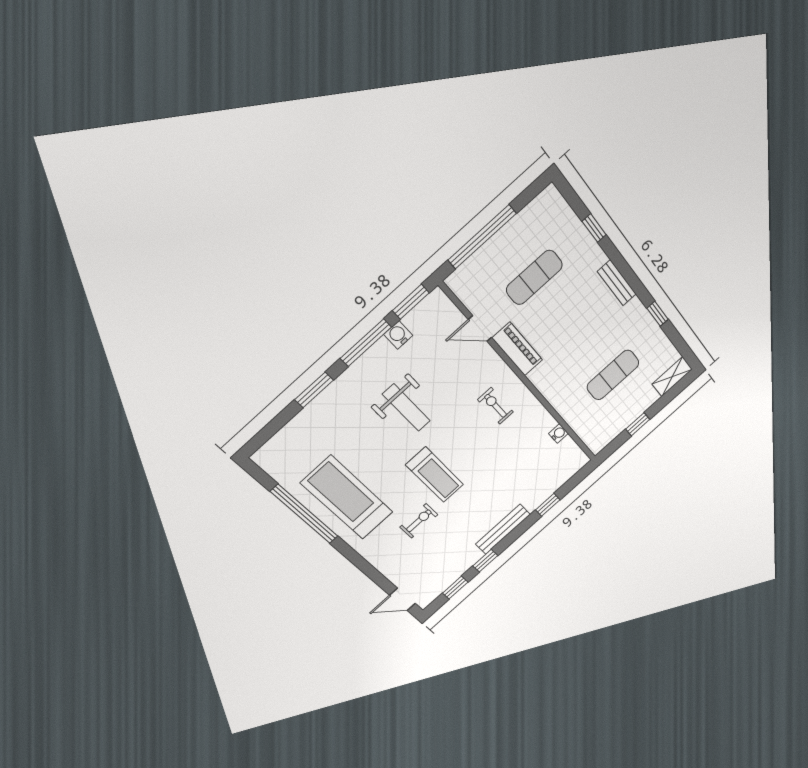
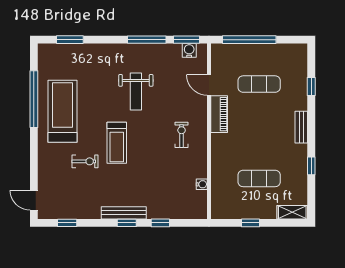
water cooler: (398, 335) -> (189, 50), moved
window: (314, 390) -> (70, 40), moved
window: (485, 561) -> (127, 223), moved

